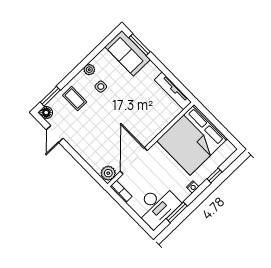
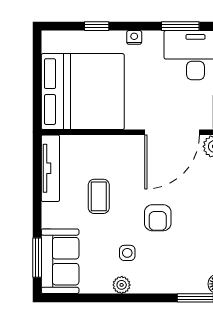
coffee table: (75, 99) -> (99, 196), moved
armchair: (103, 116) -> (158, 218), added

